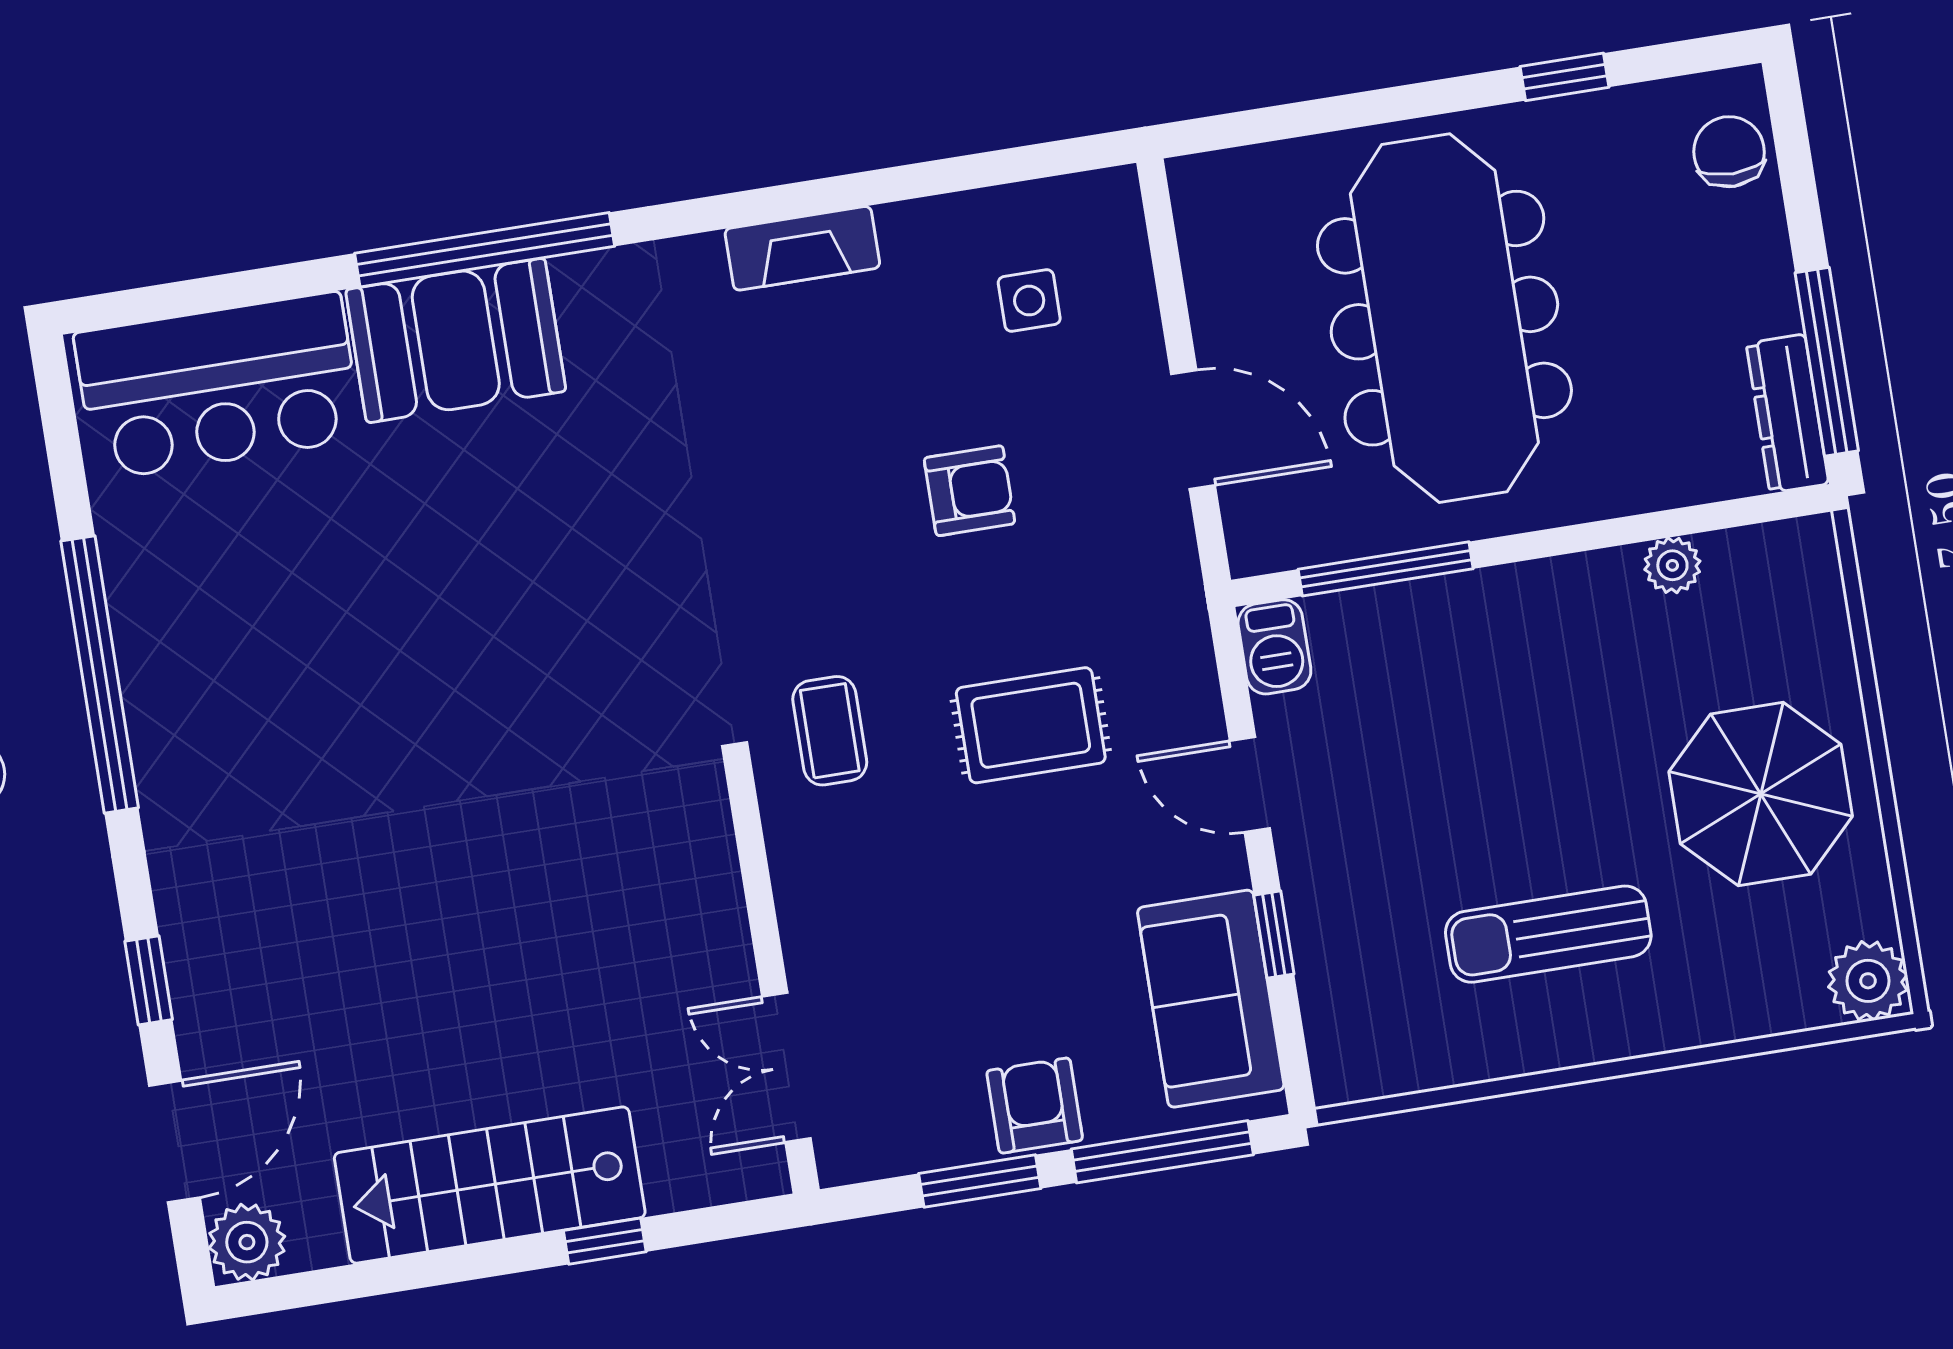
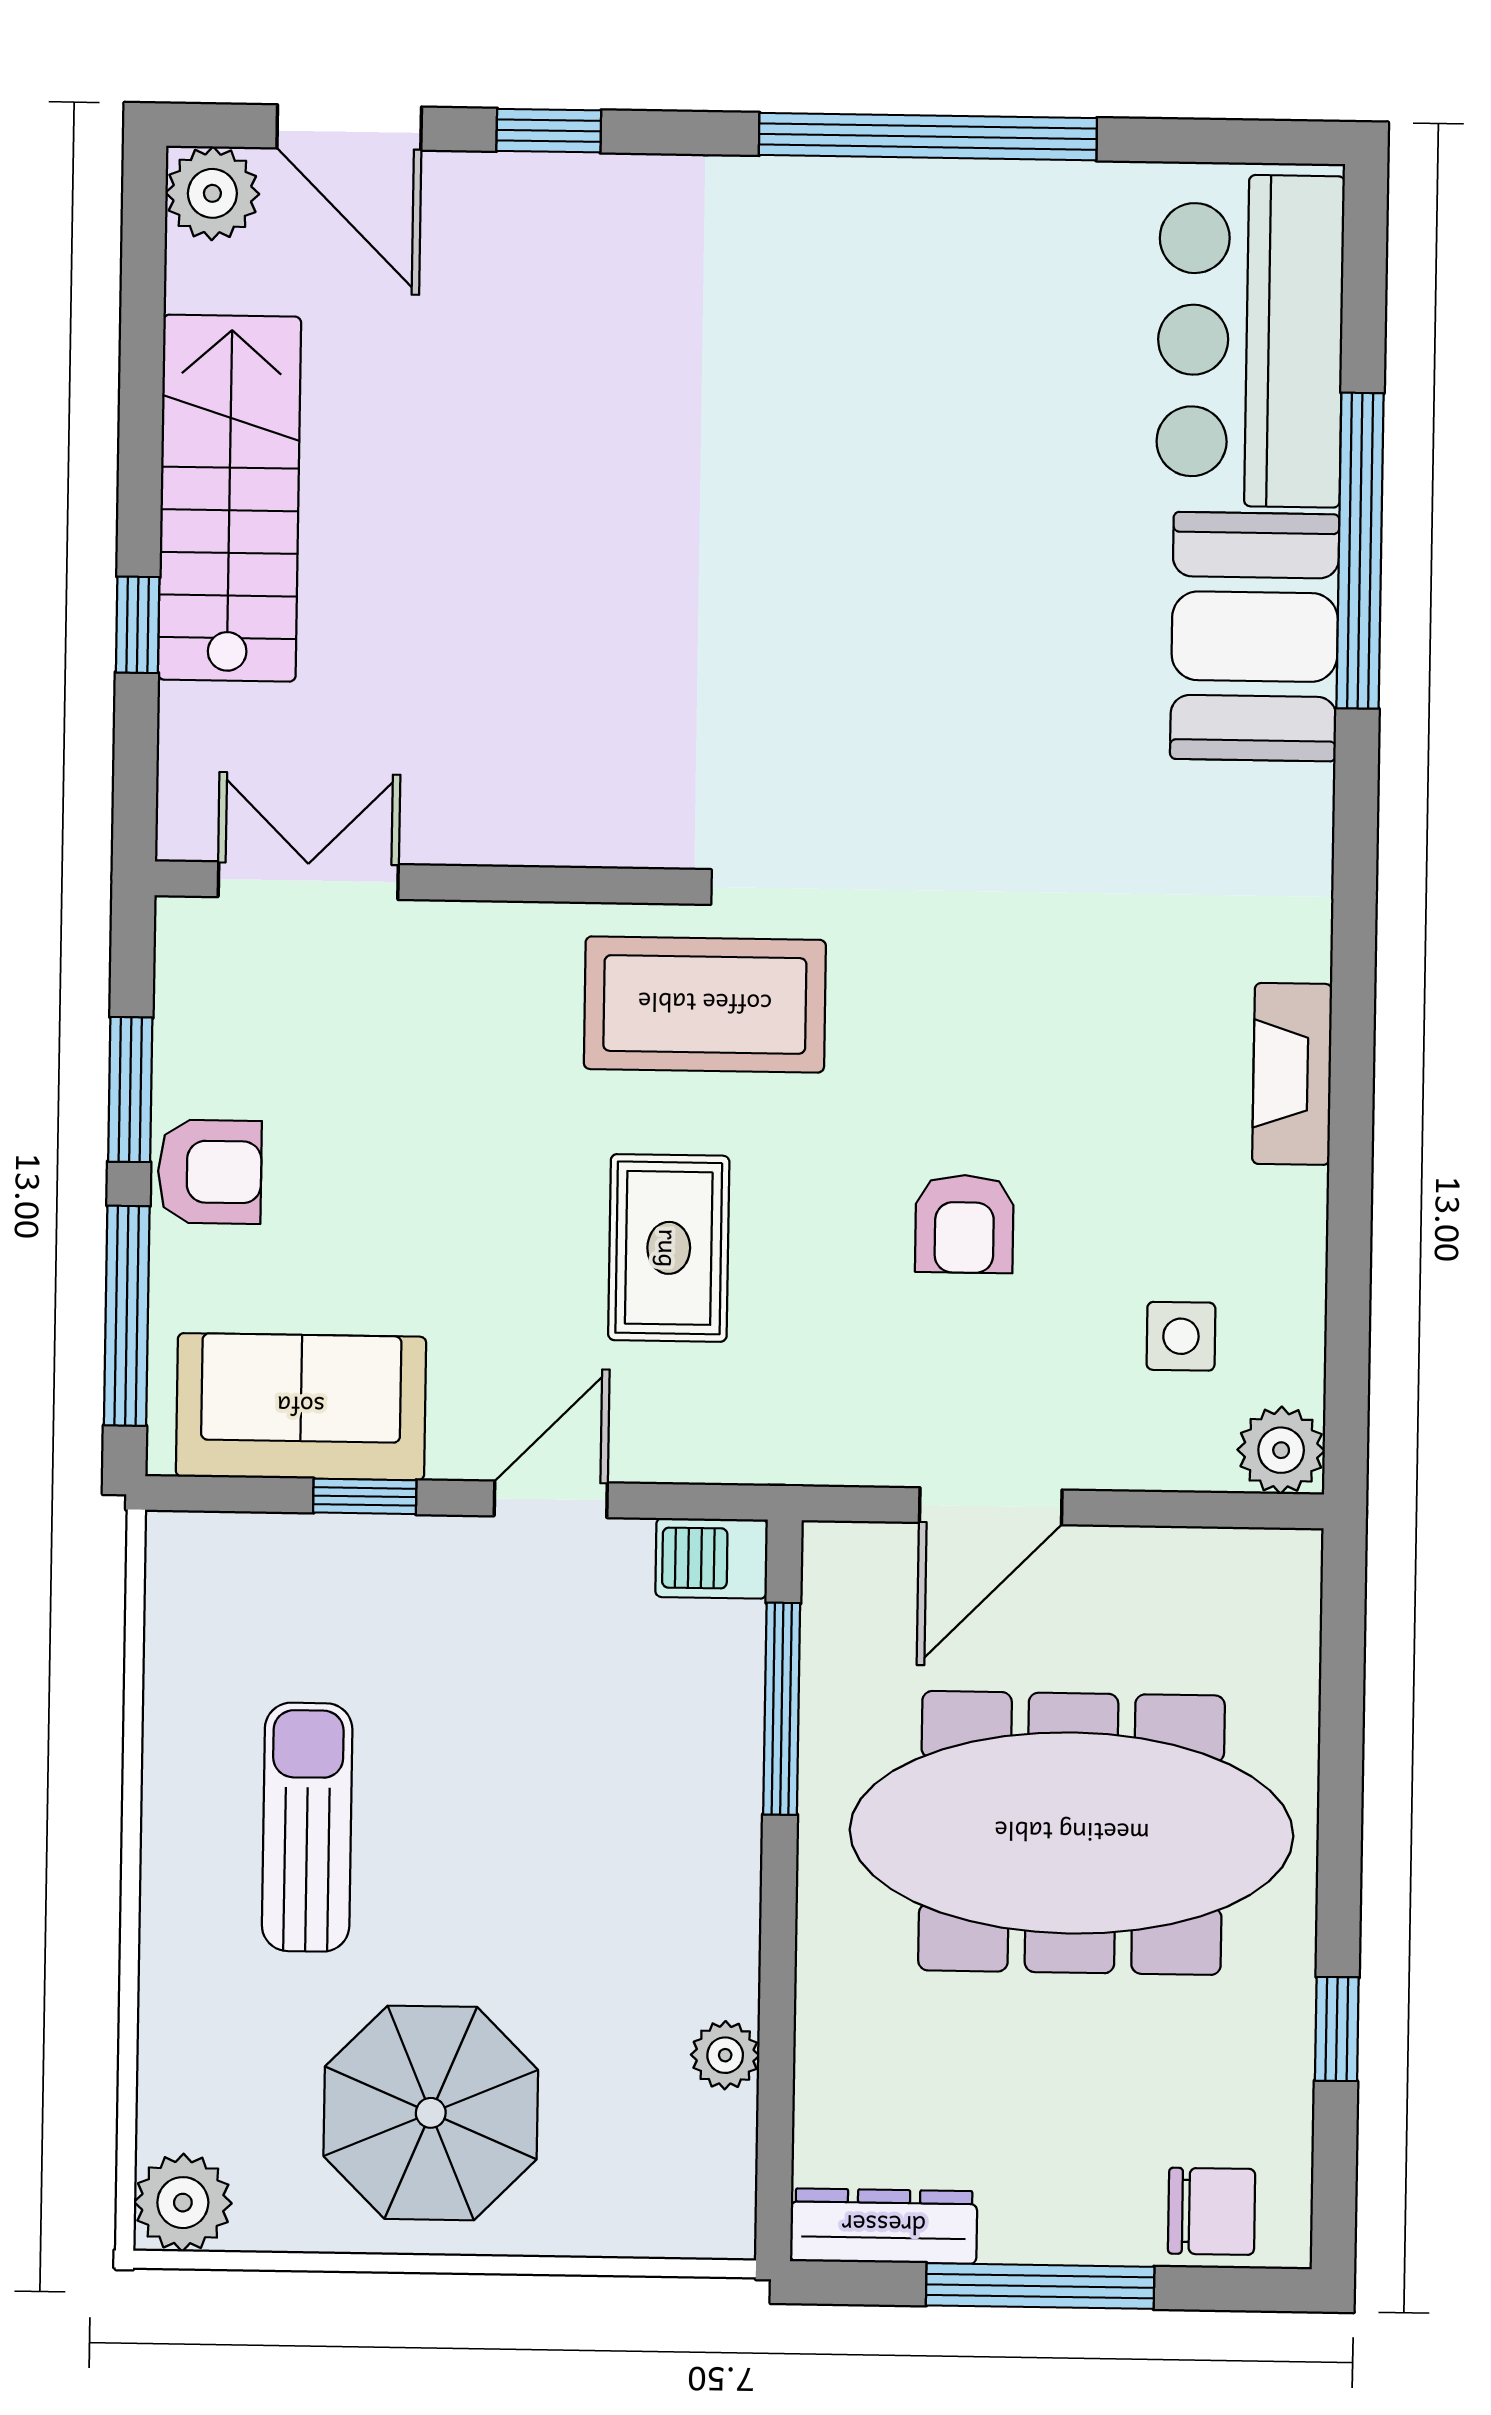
plant: (1107, 204) -> (1281, 1450), added
window: (485, 250) -> (1360, 551), moved
window: (1827, 362) -> (1040, 2286), moved
coffee table: (830, 731) -> (705, 1004), width x1.86, depth x1.72

